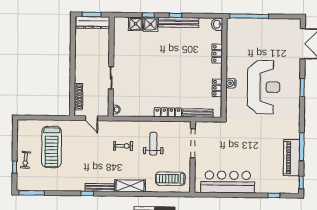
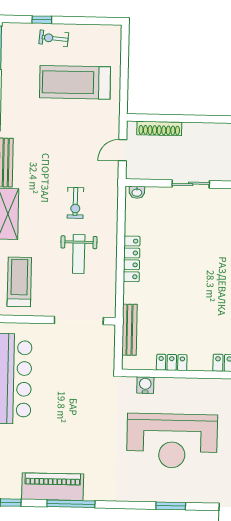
water cooler: (231, 83) -> (145, 385), moved
locker: (168, 112) -> (132, 259), moved
weight bench: (153, 144) -> (79, 254), turned 90

